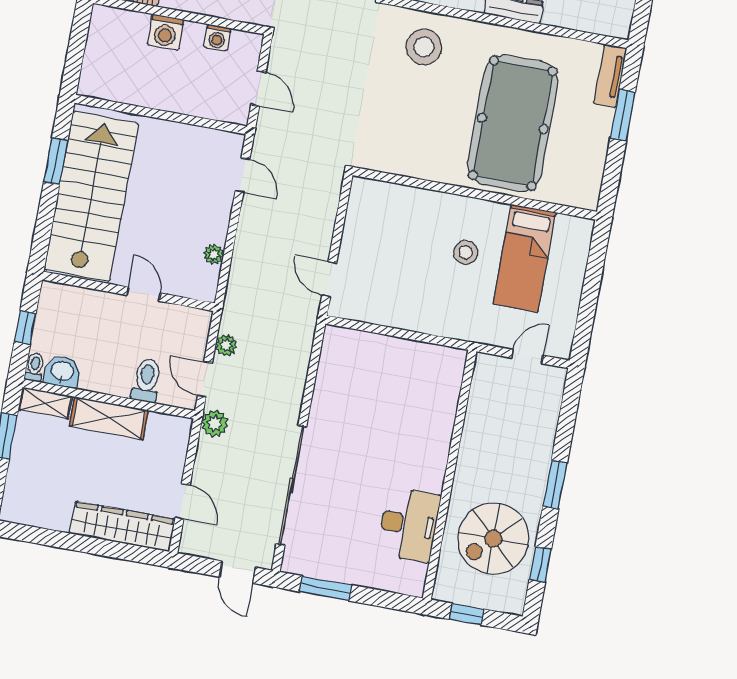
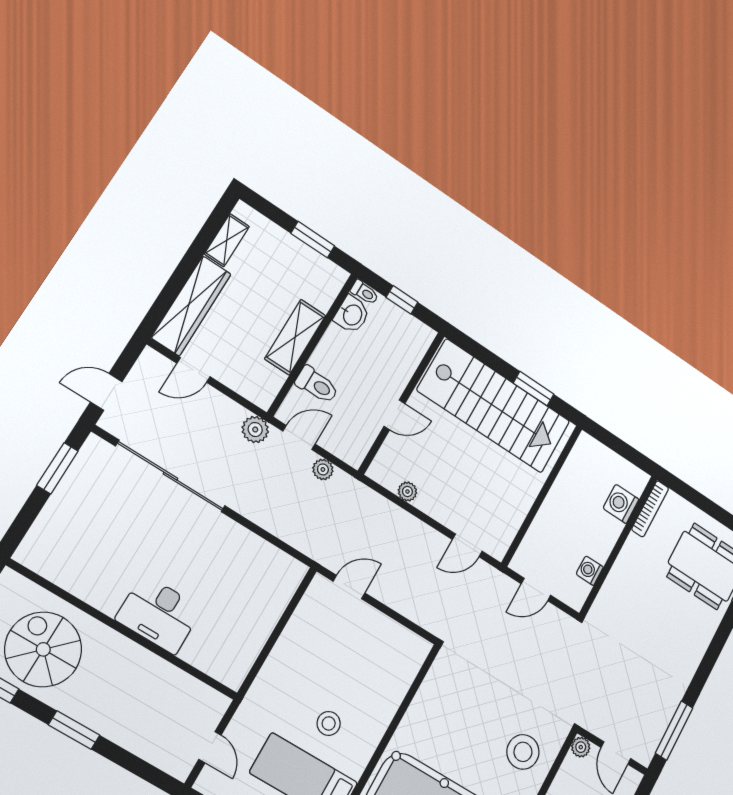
washing machine: (165, 32) -> (621, 504), moved
shelving: (45, 403) -> (227, 240), moved
desk: (409, 524) -> (159, 614), moved

